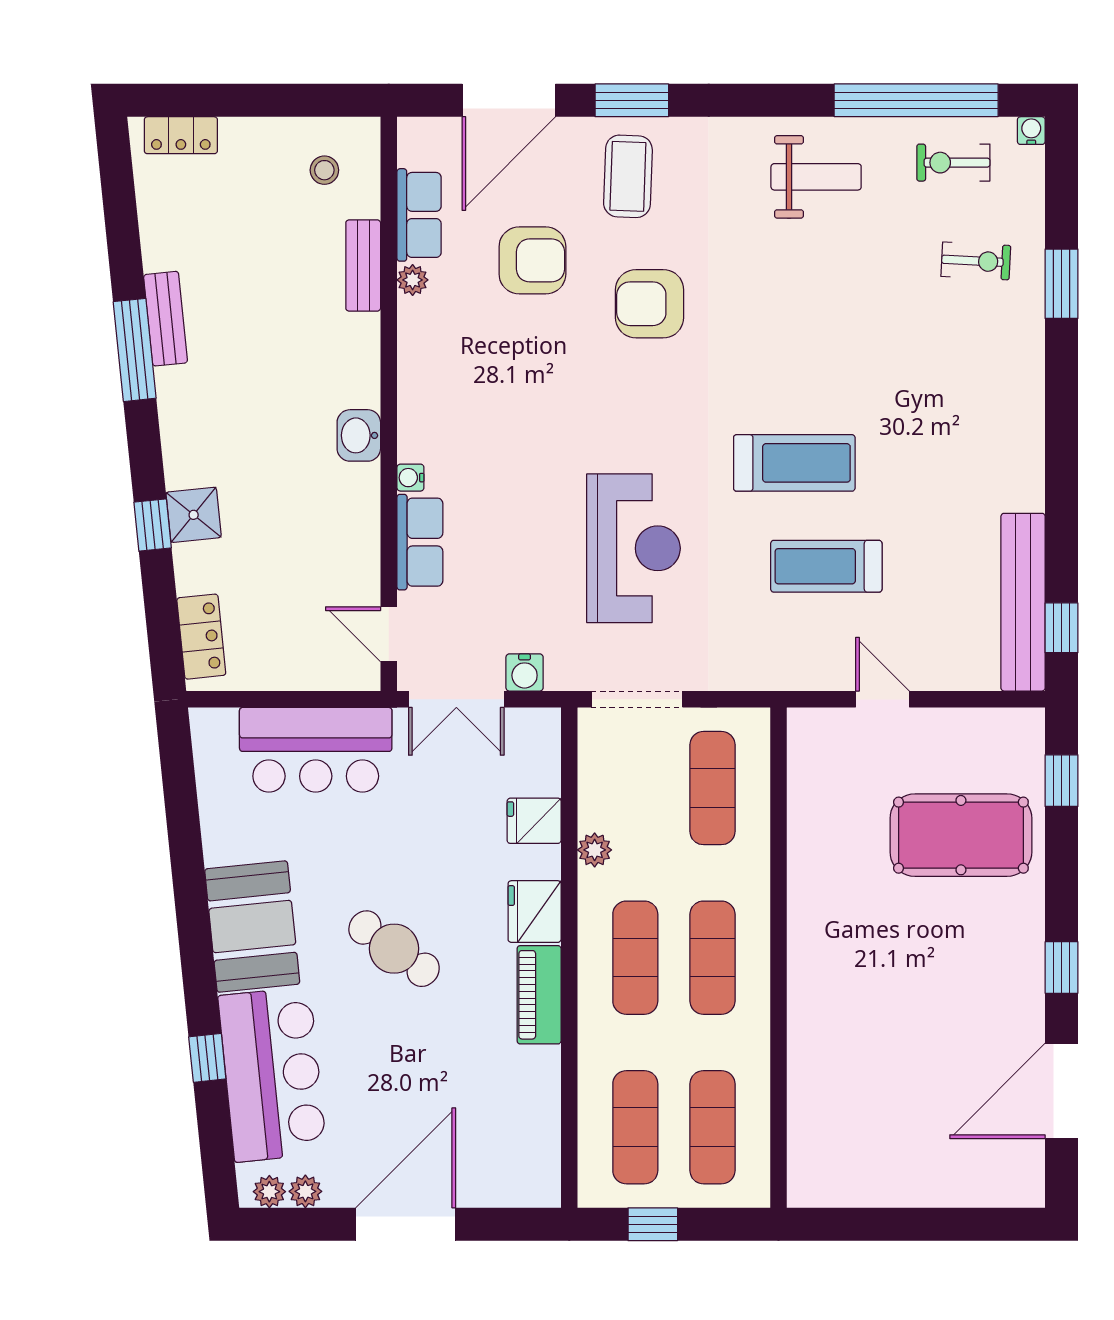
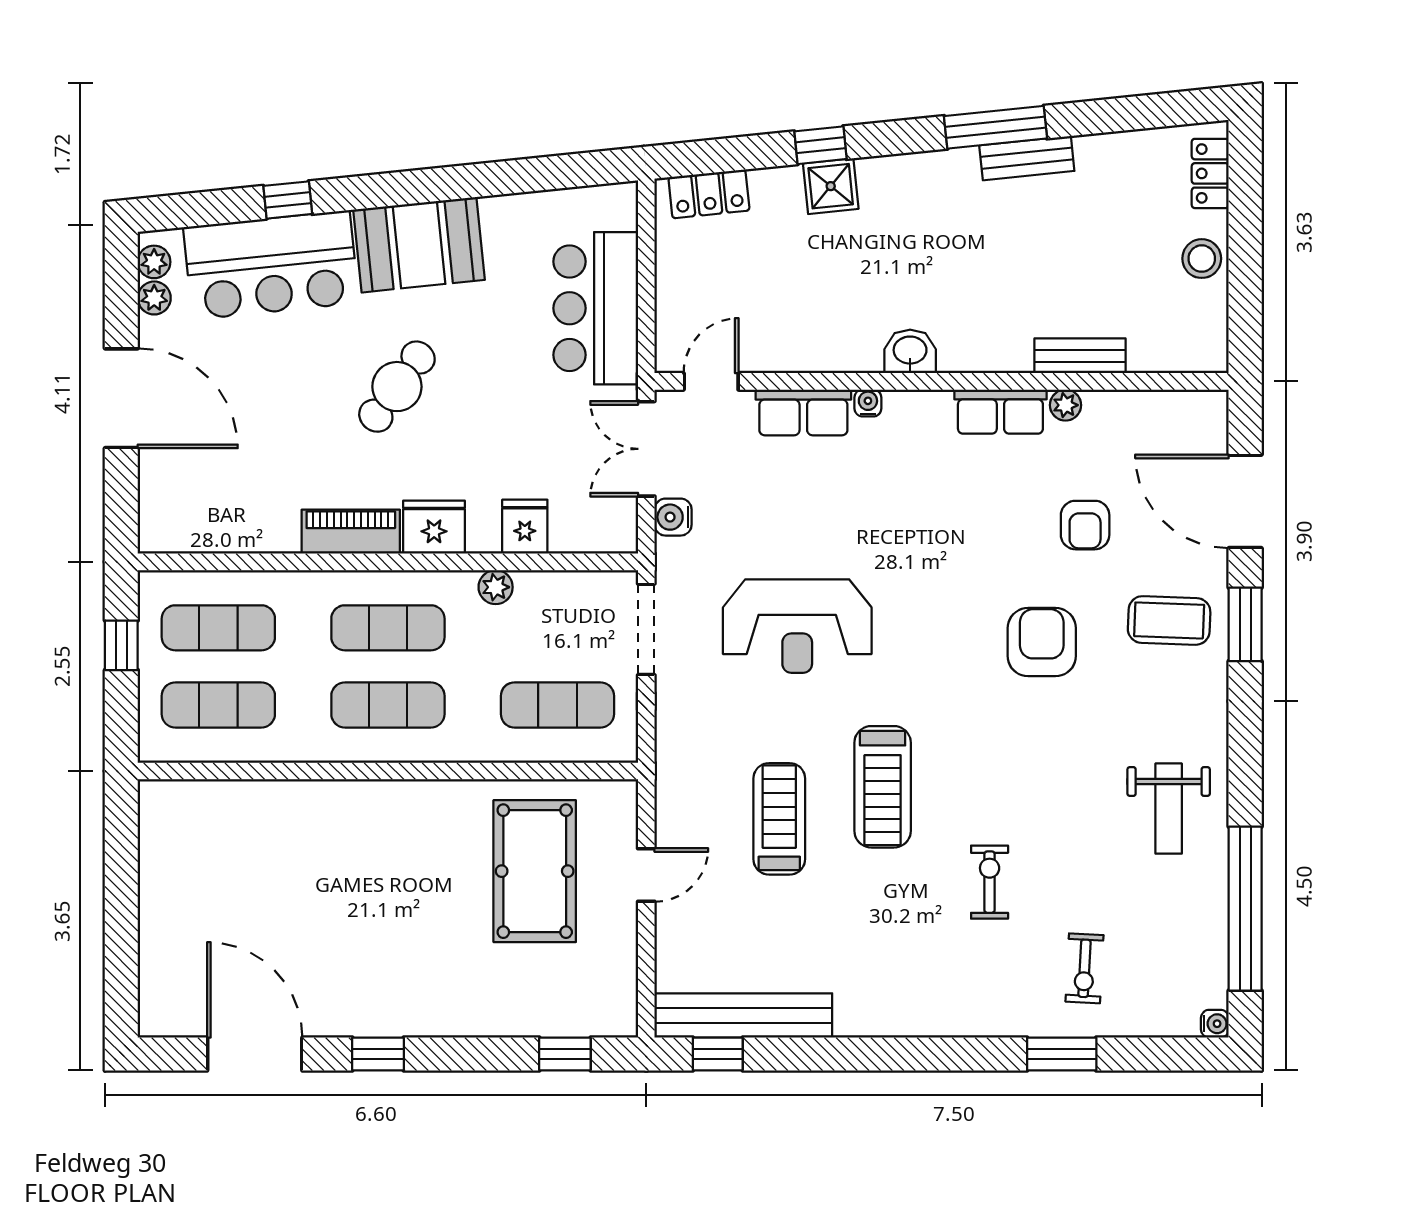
exercise bike: (953, 163) -> (990, 882), moved
stool: (324, 170) -> (1202, 259), moved, width x1.37, depth x1.37
row of seats: (419, 215) -> (1000, 412), moved
armchair: (532, 260) -> (1085, 525), width x0.72, depth x0.72
pool table: (961, 835) -> (535, 871), moved

